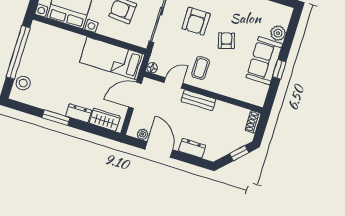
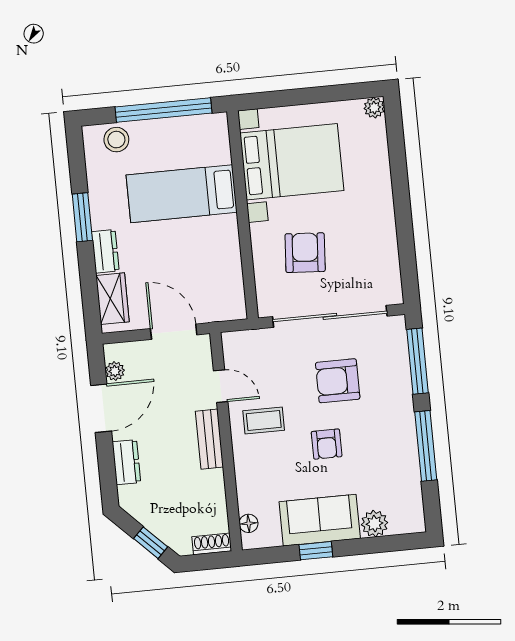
armchair: (226, 41) -> (327, 444), turned 106
bed: (112, 58) -> (182, 194), moved, turned -90
floor lamp: (152, 68) -> (249, 523), moved

